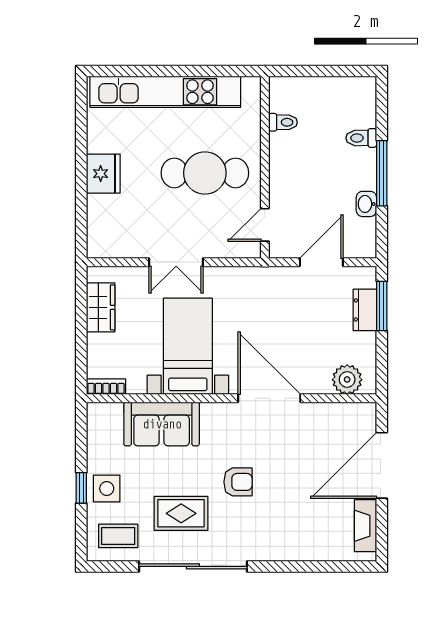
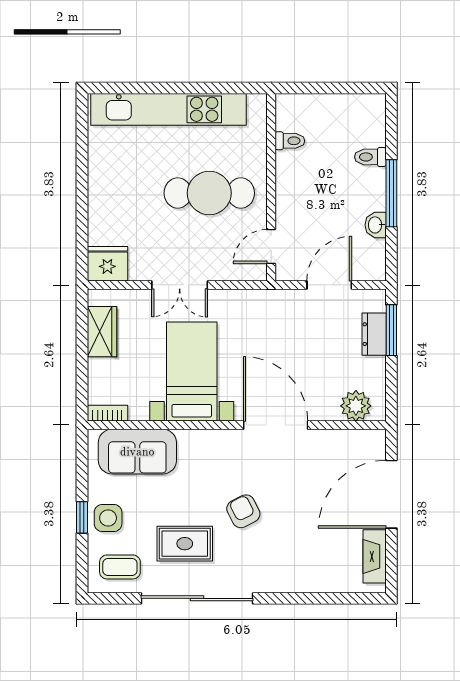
fridge: (103, 174) -> (107, 264), moved, turned -90
sofa: (162, 424) -> (137, 452), moved
armchair: (238, 482) -> (243, 511), turned -117

